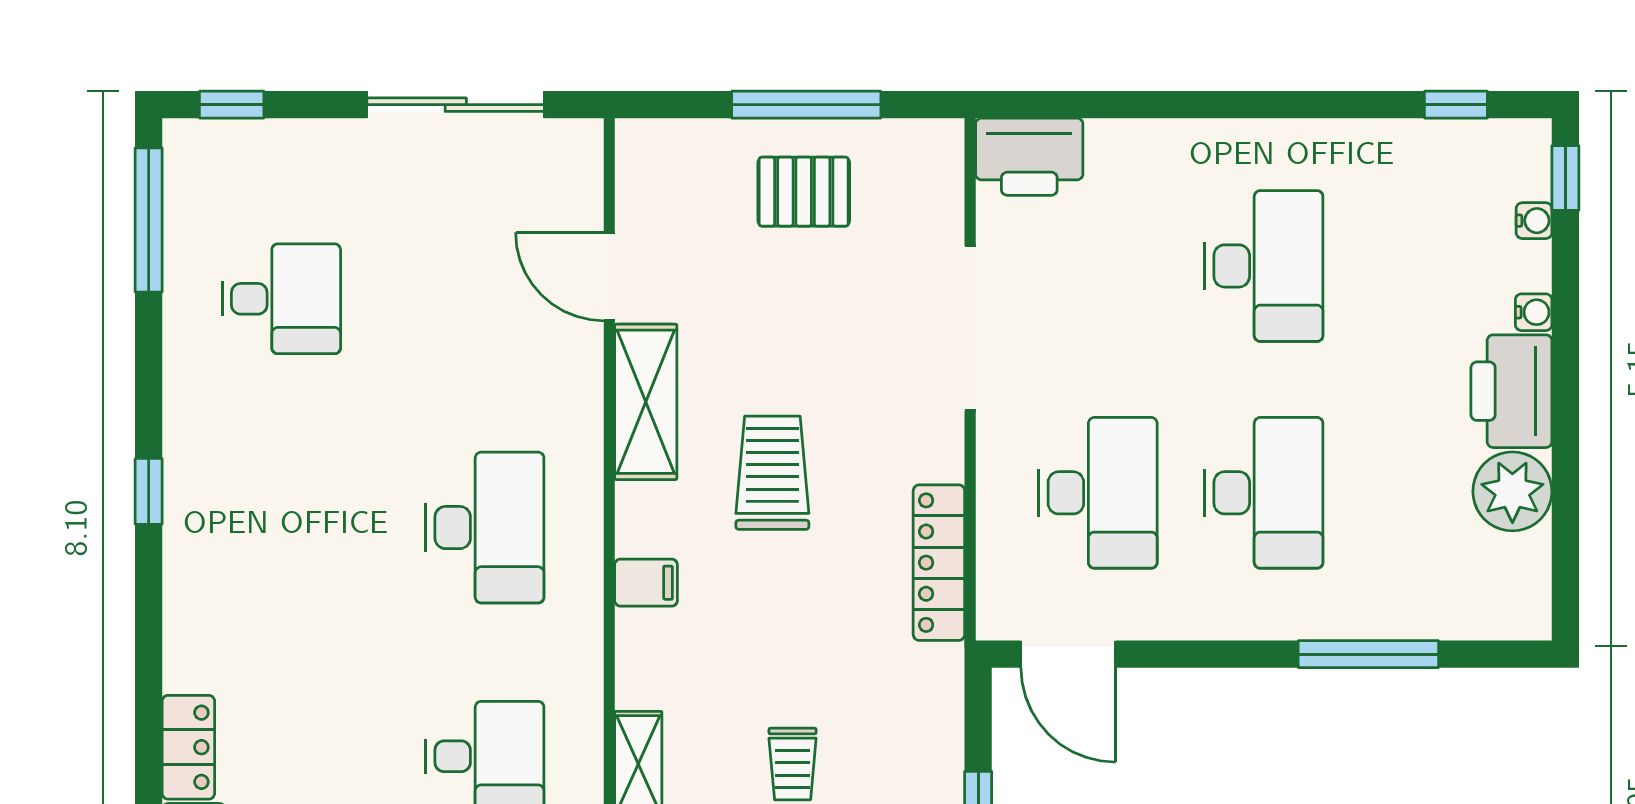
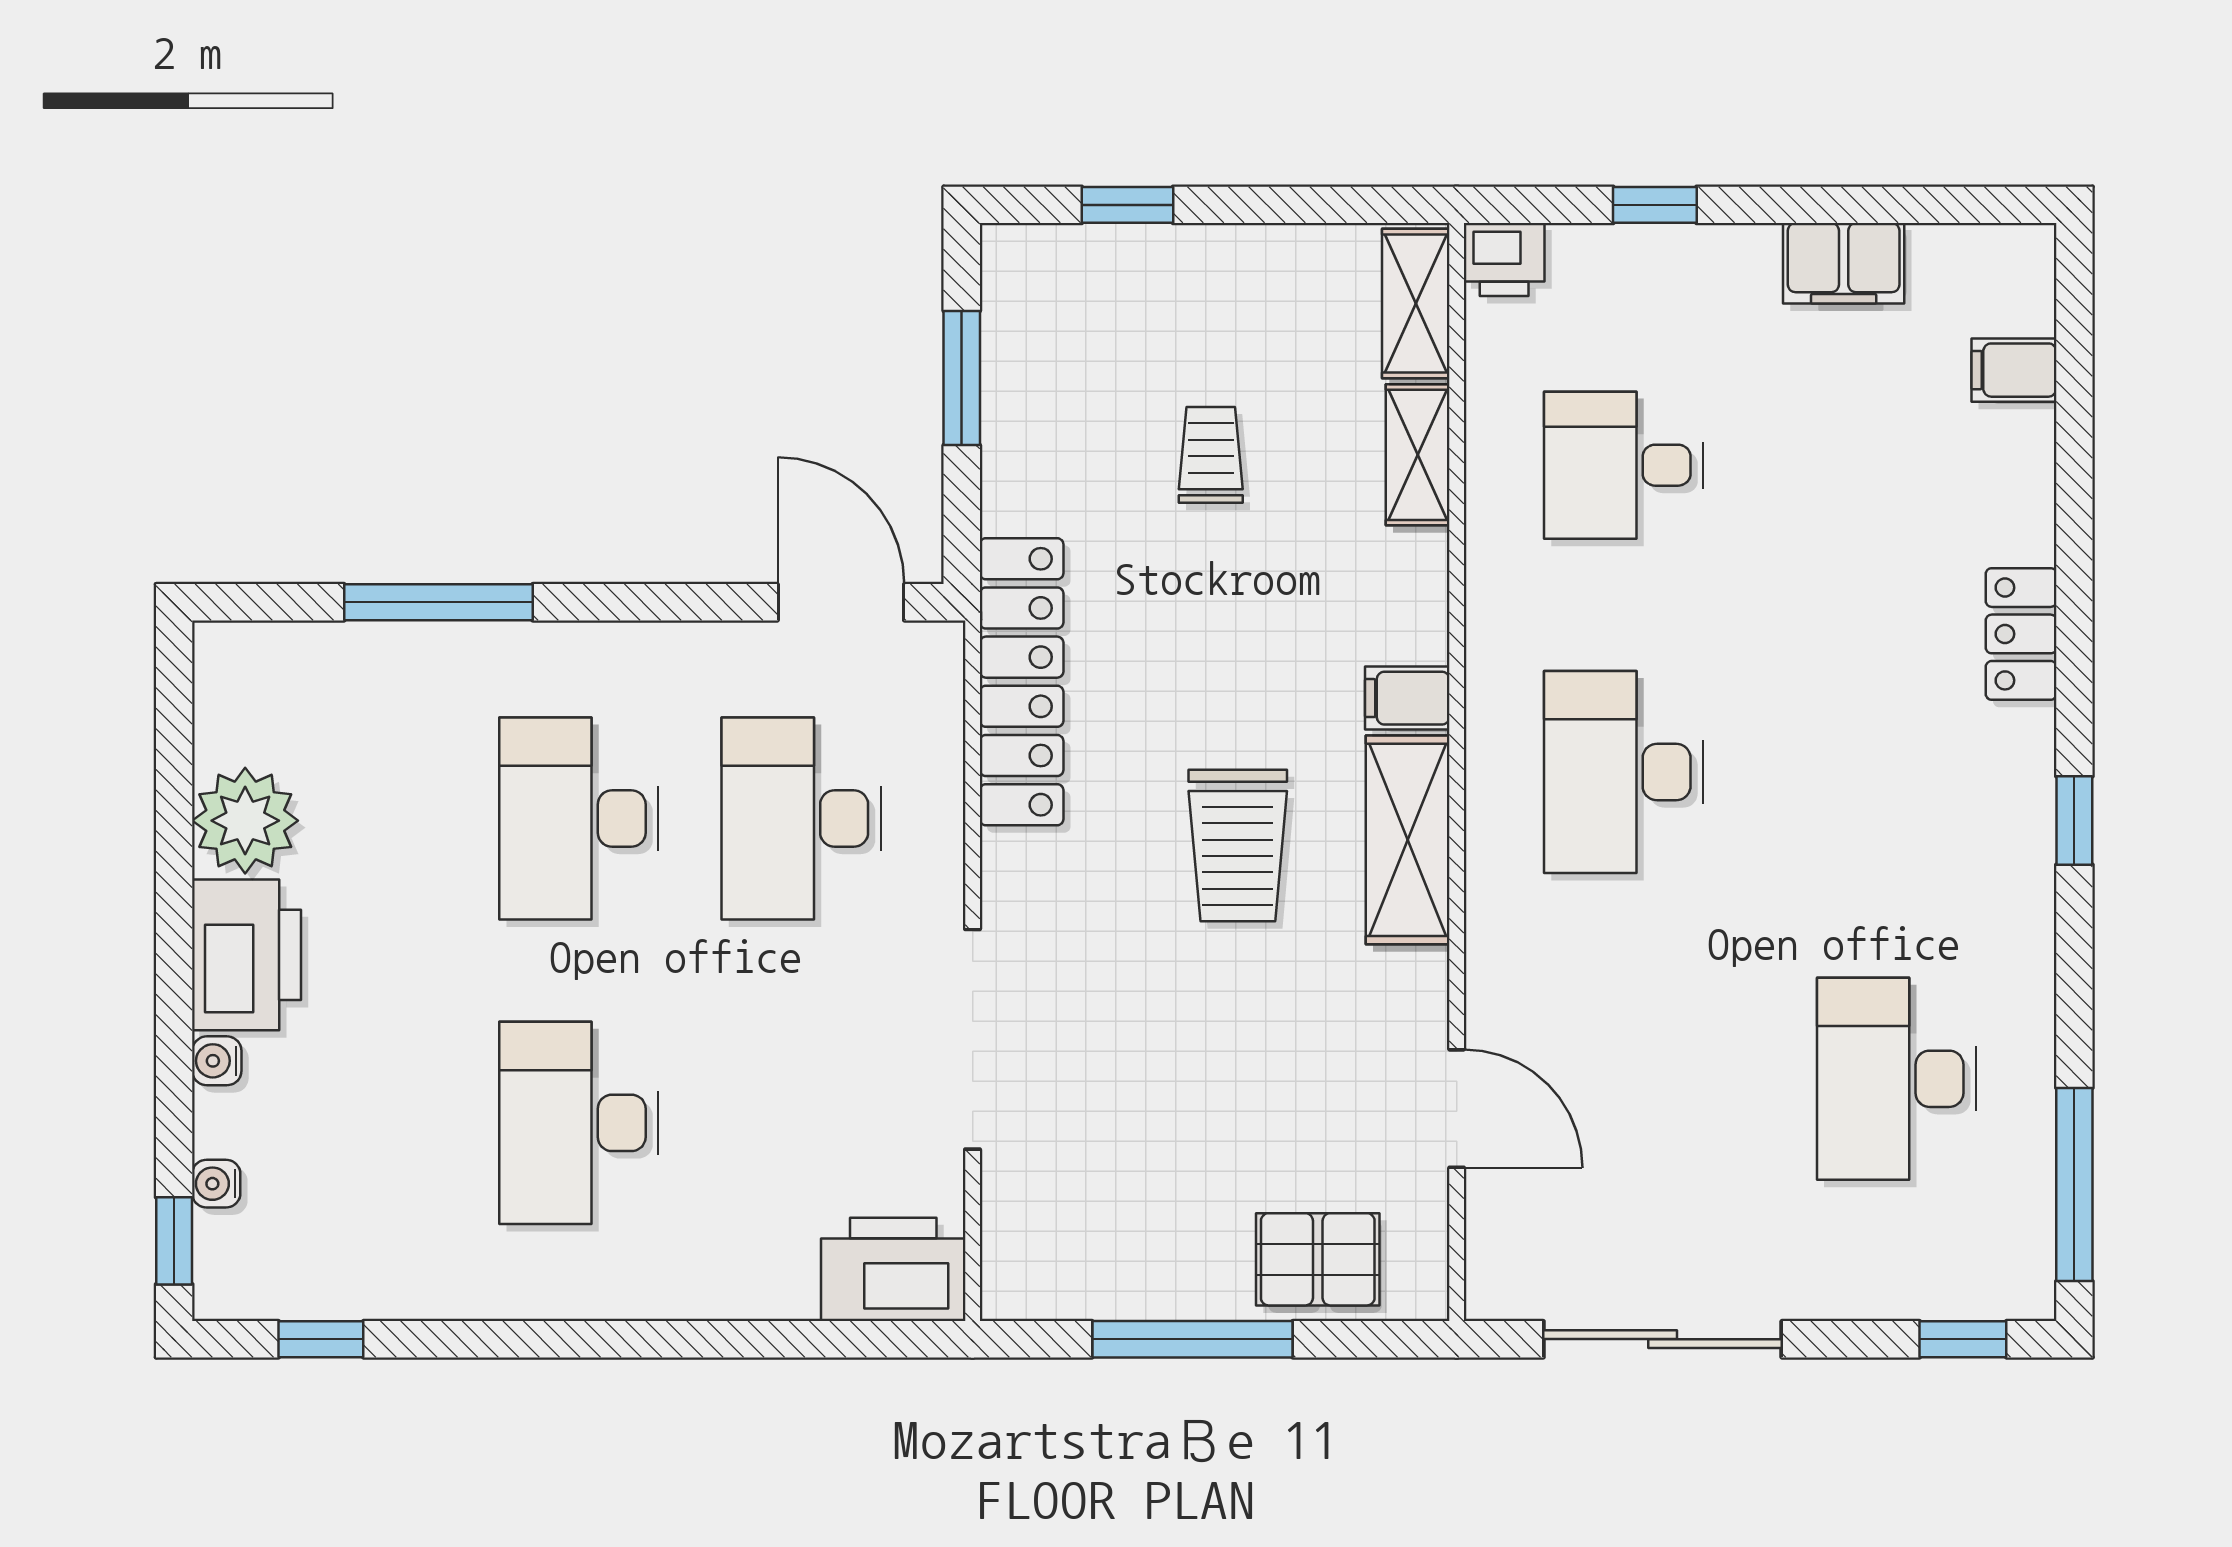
pallet: (804, 192) -> (1318, 1259), moved
desk: (281, 299) -> (1896, 1079), width x1.37
shelving: (646, 402) -> (1408, 840), moved
locker: (939, 563) -> (1022, 682), width x1.41, depth x1.21
locker: (188, 747) -> (2021, 634), moved

